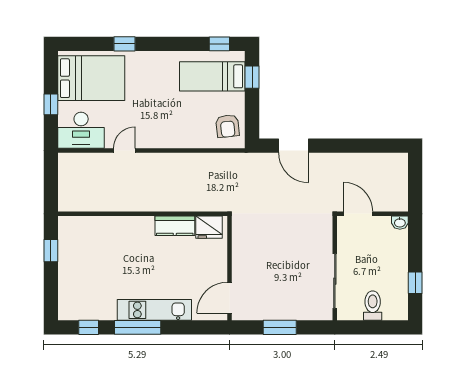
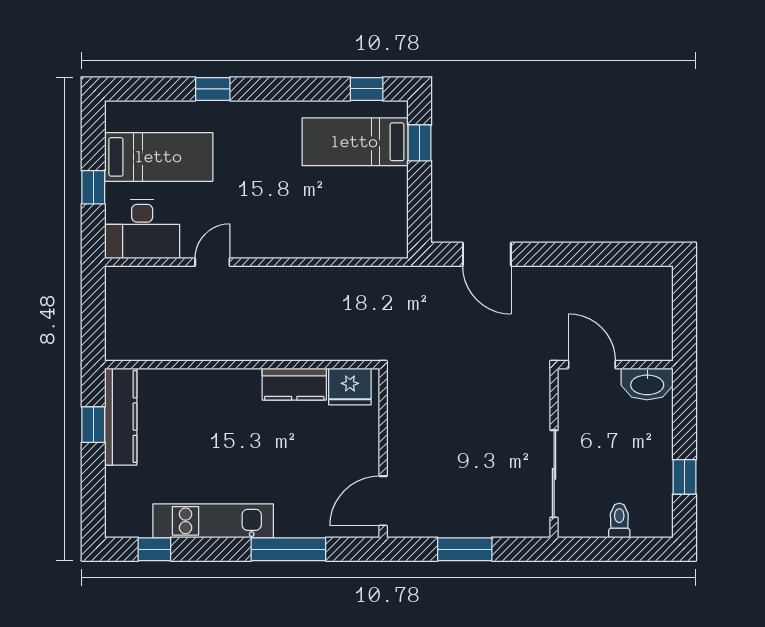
bed: (91, 78) -> (159, 157), width x0.67
armchair: (227, 126) -> (380, 222), removed
washbasin: (400, 223) -> (647, 384), width x1.91, depth x1.45
kitchen counter: (68, 246) -> (121, 417), added
toilet: (373, 306) -> (619, 520), width x0.73, depth x0.72
kitchen unit: (154, 310) -> (213, 521), moved
window: (138, 327) -> (288, 549), moved

